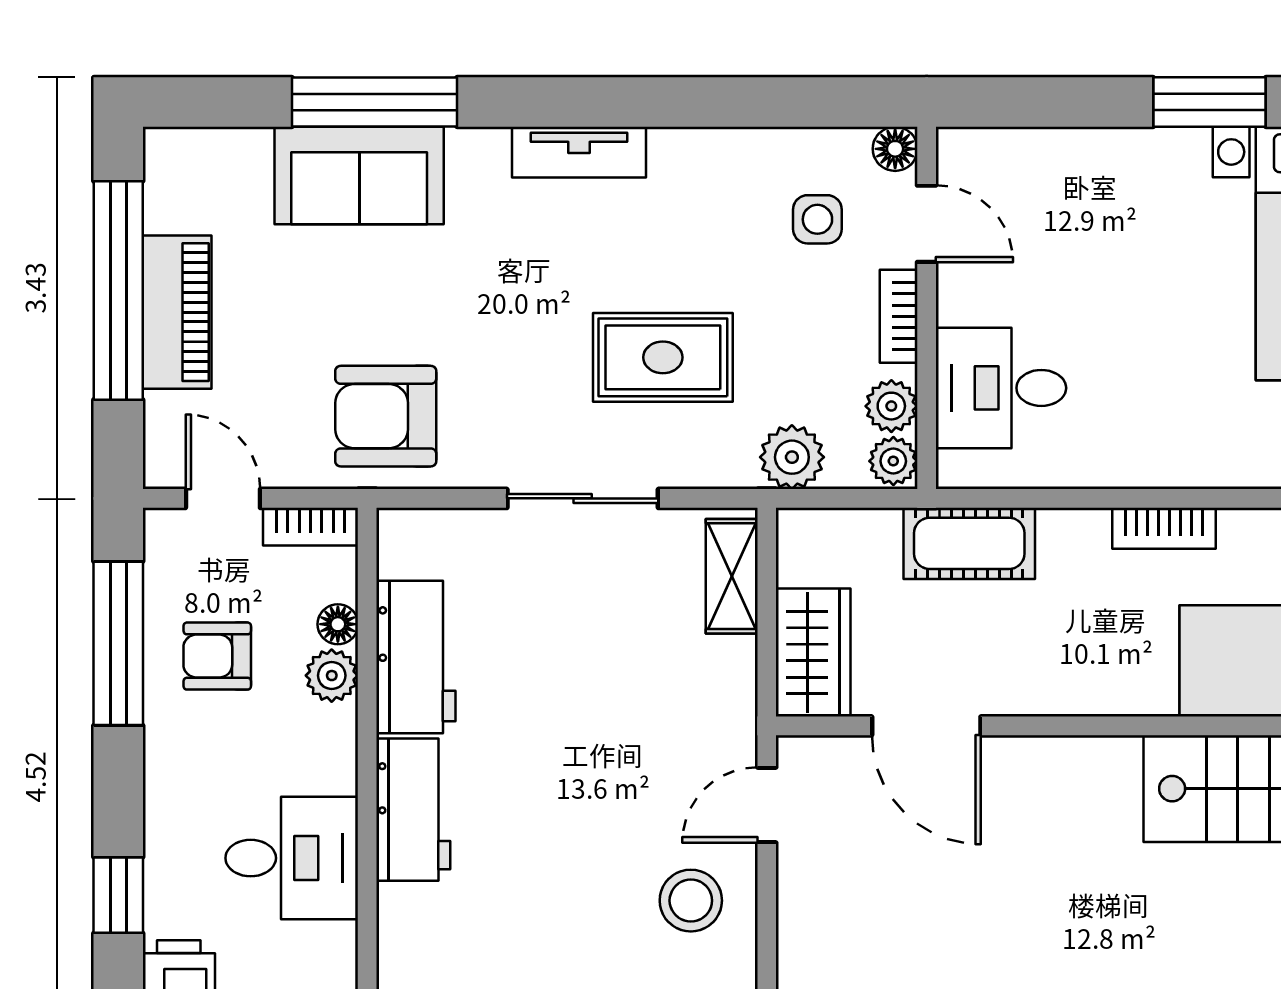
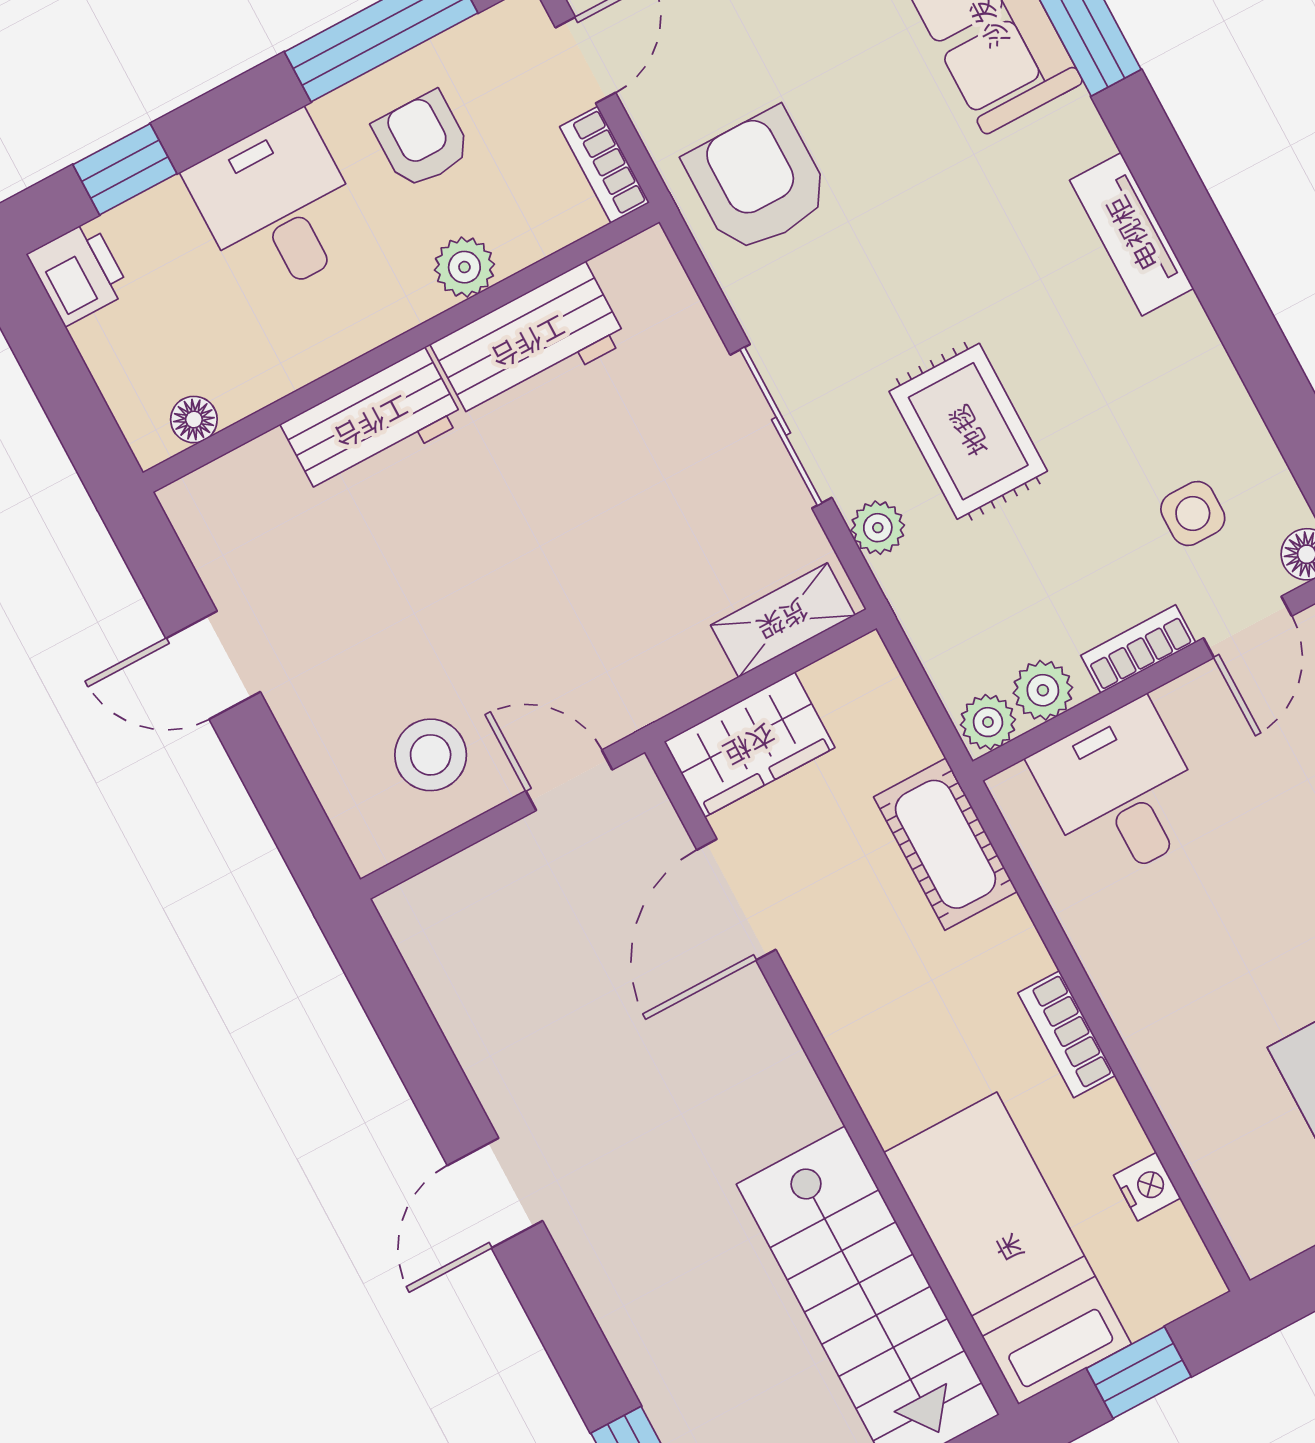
plant: (792, 457) -> (878, 528), moved, width x0.73, depth x0.73
floor lamp: (338, 624) -> (194, 420), moved
desk: (292, 858) -> (278, 206), moved, turned 180

